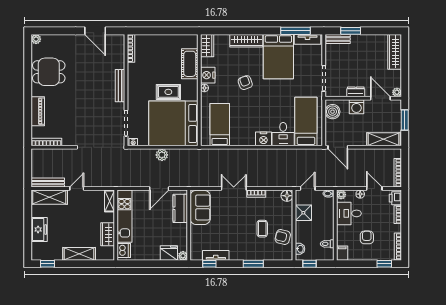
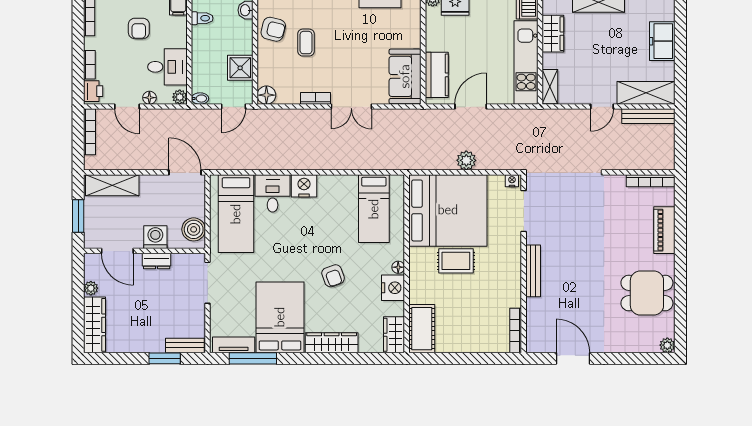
cot: (190, 64) -> (422, 329), moved
plant: (397, 92) -> (91, 288), moved

